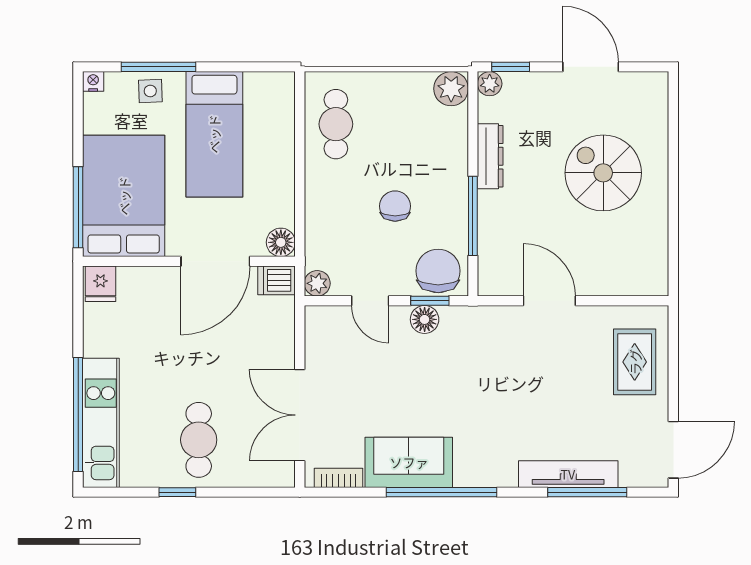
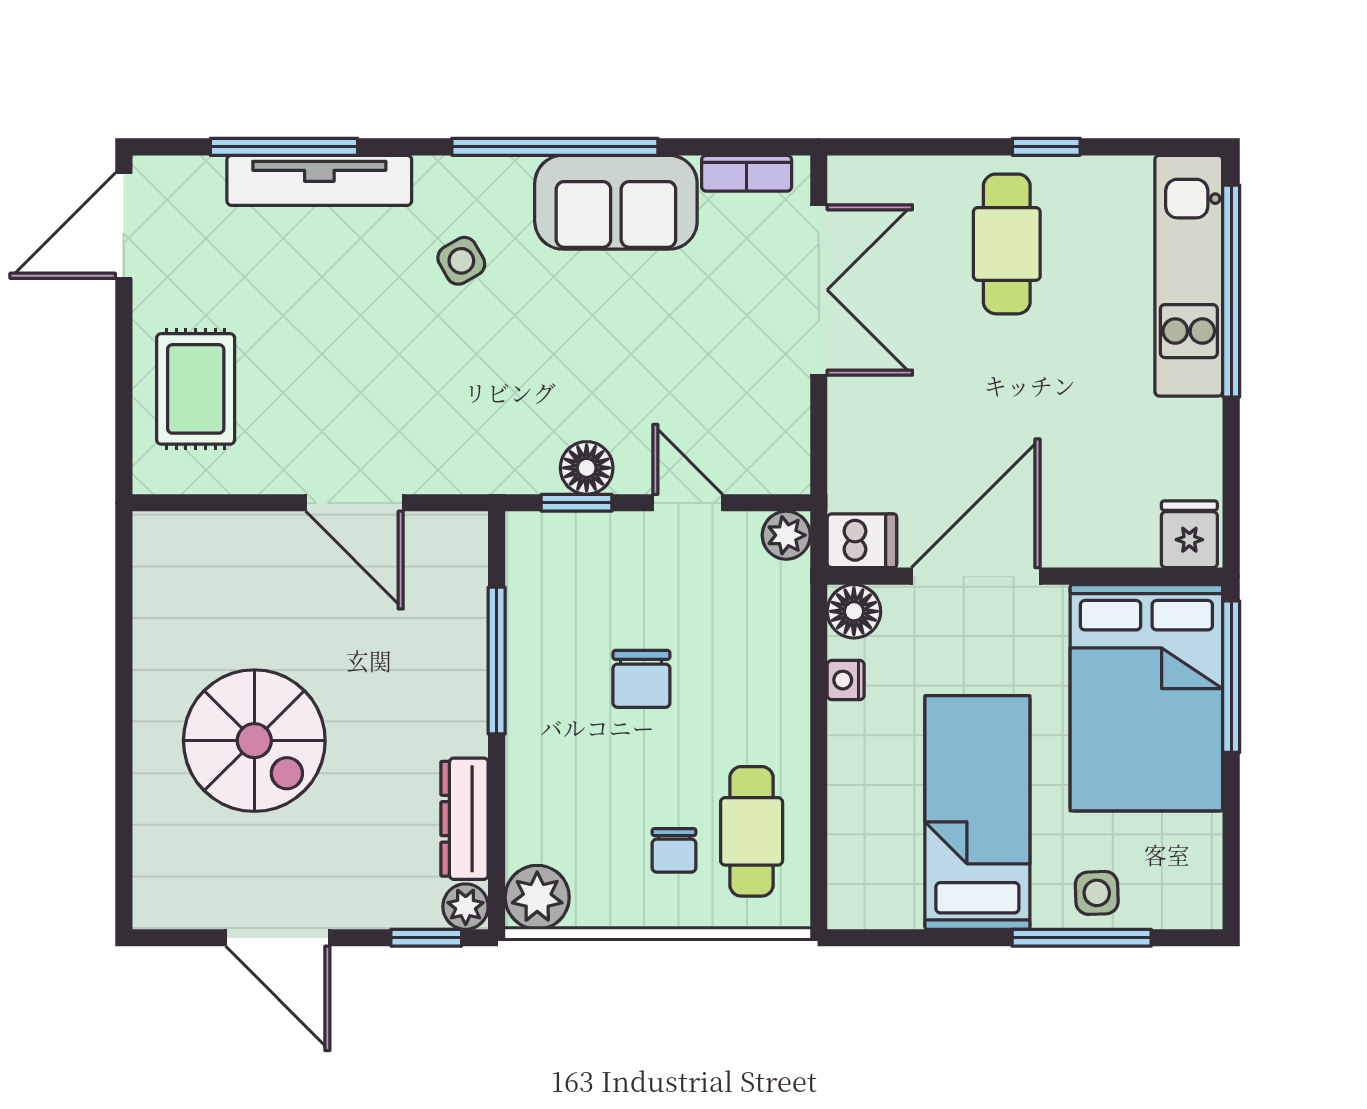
nightstand: (93, 81) -> (846, 680), moved, turned 90
dresser: (490, 156) -> (465, 819), moved
chair: (438, 271) -> (674, 850), moved, width x0.54, depth x0.54
side table: (492, 431) -> (461, 261), added

